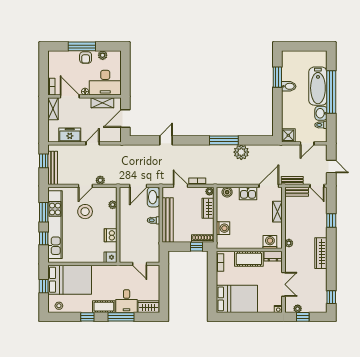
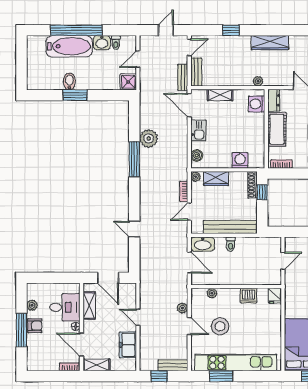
window: (277, 77) -> (75, 95), moved
desk: (105, 83) -> (65, 307), width x0.73
door: (70, 96) -> (81, 345), hinge flipped
door: (307, 143) -> (138, 59), swing flipped
bench: (53, 168) -> (173, 365), width x0.73
window: (44, 238) -> (252, 376), removed

